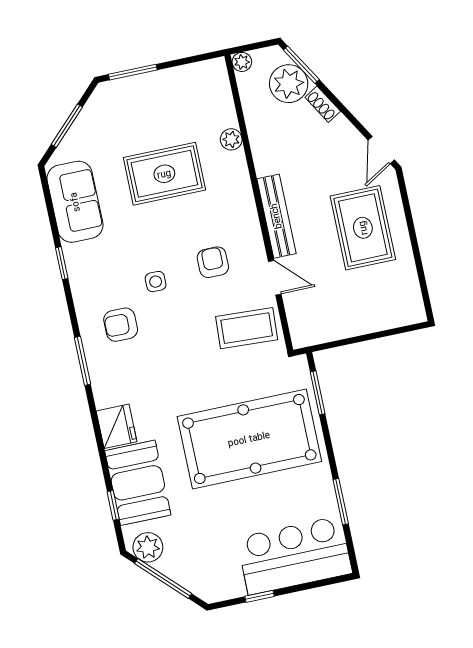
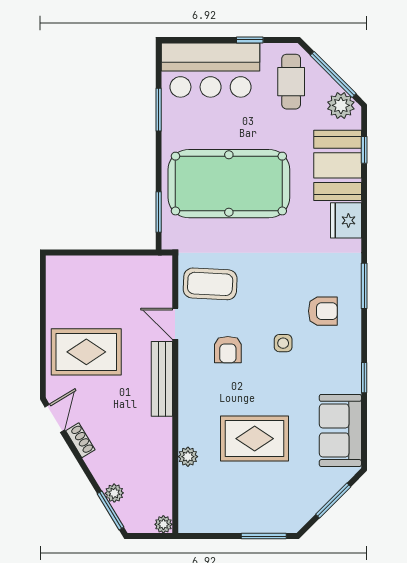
plant: (289, 84) -> (114, 493), width x0.53, depth x0.53
shoe rack: (323, 104) -> (80, 440), moved
rug: (363, 228) -> (86, 352), turned 90
cafe table: (206, 561) -> (291, 82), added

